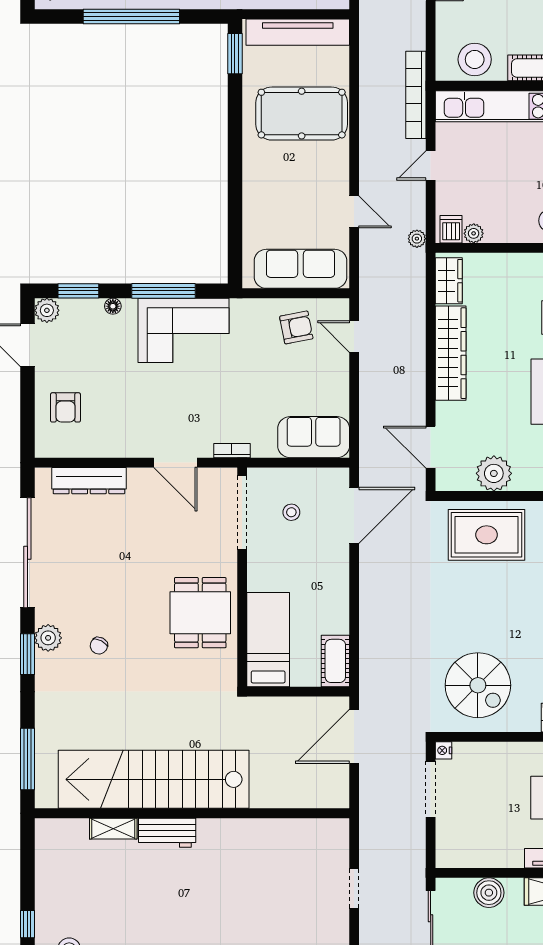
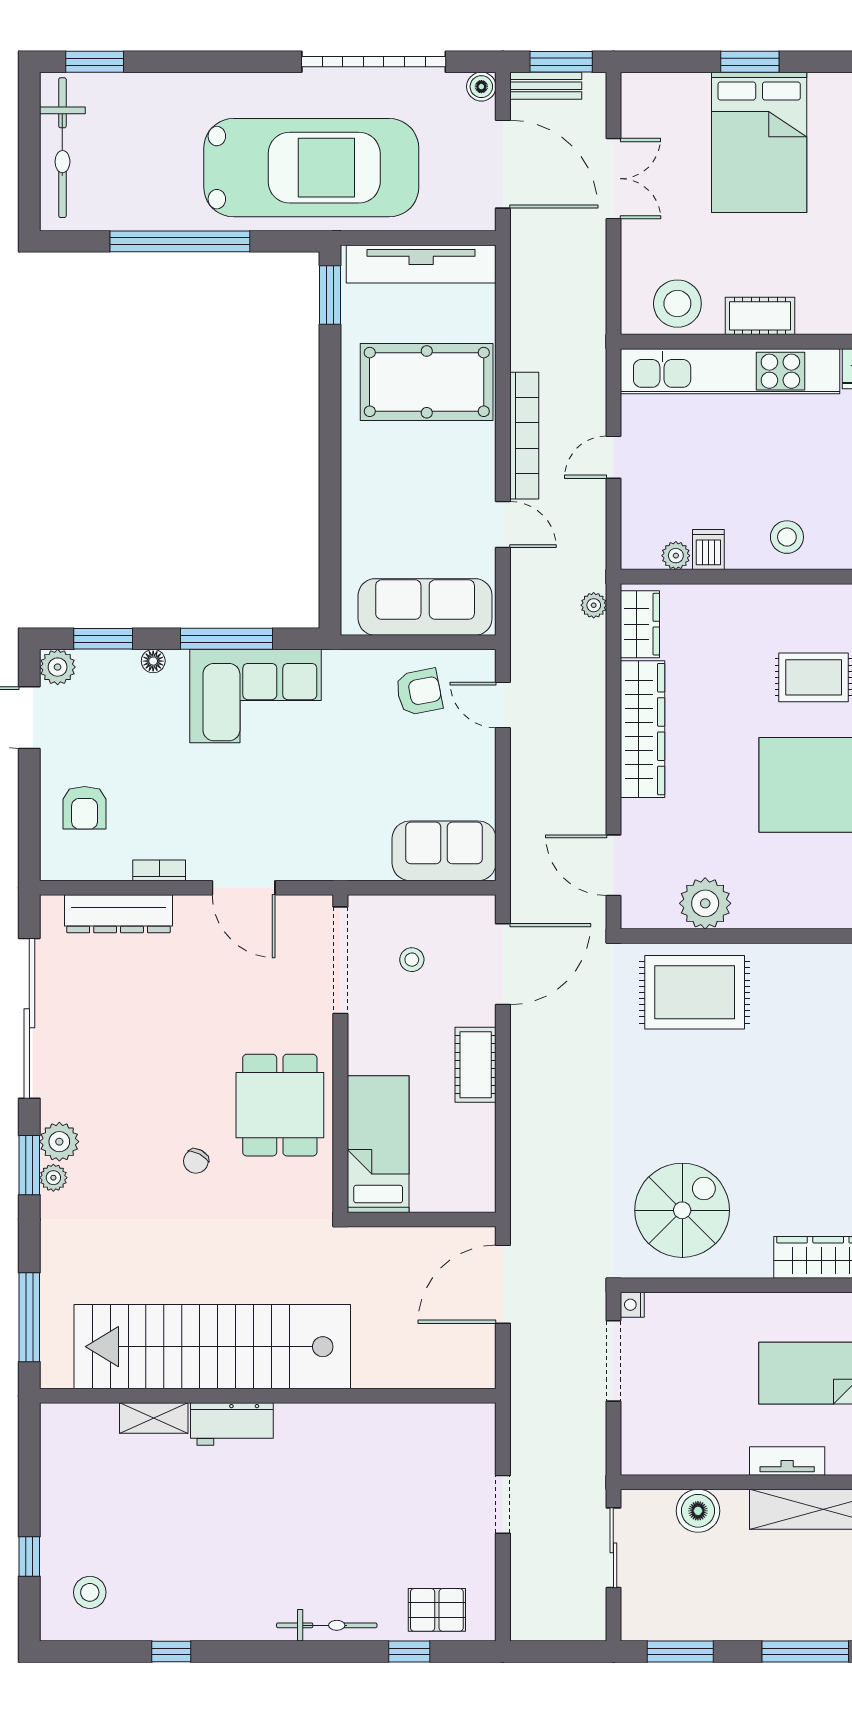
bookcase: (416, 95) -> (524, 436), moved, turned 180
dishwasher: (451, 229) -> (708, 549), moved
plant: (417, 239) -> (594, 605), moved
bookcase: (232, 451) -> (159, 870), moved
chair: (99, 646) -> (196, 1161), moved
cot: (335, 661) -> (476, 1065), moved
plant: (44, 663) -> (53, 1178), added
spiral stairs: (478, 685) -> (682, 1210), turned -90

